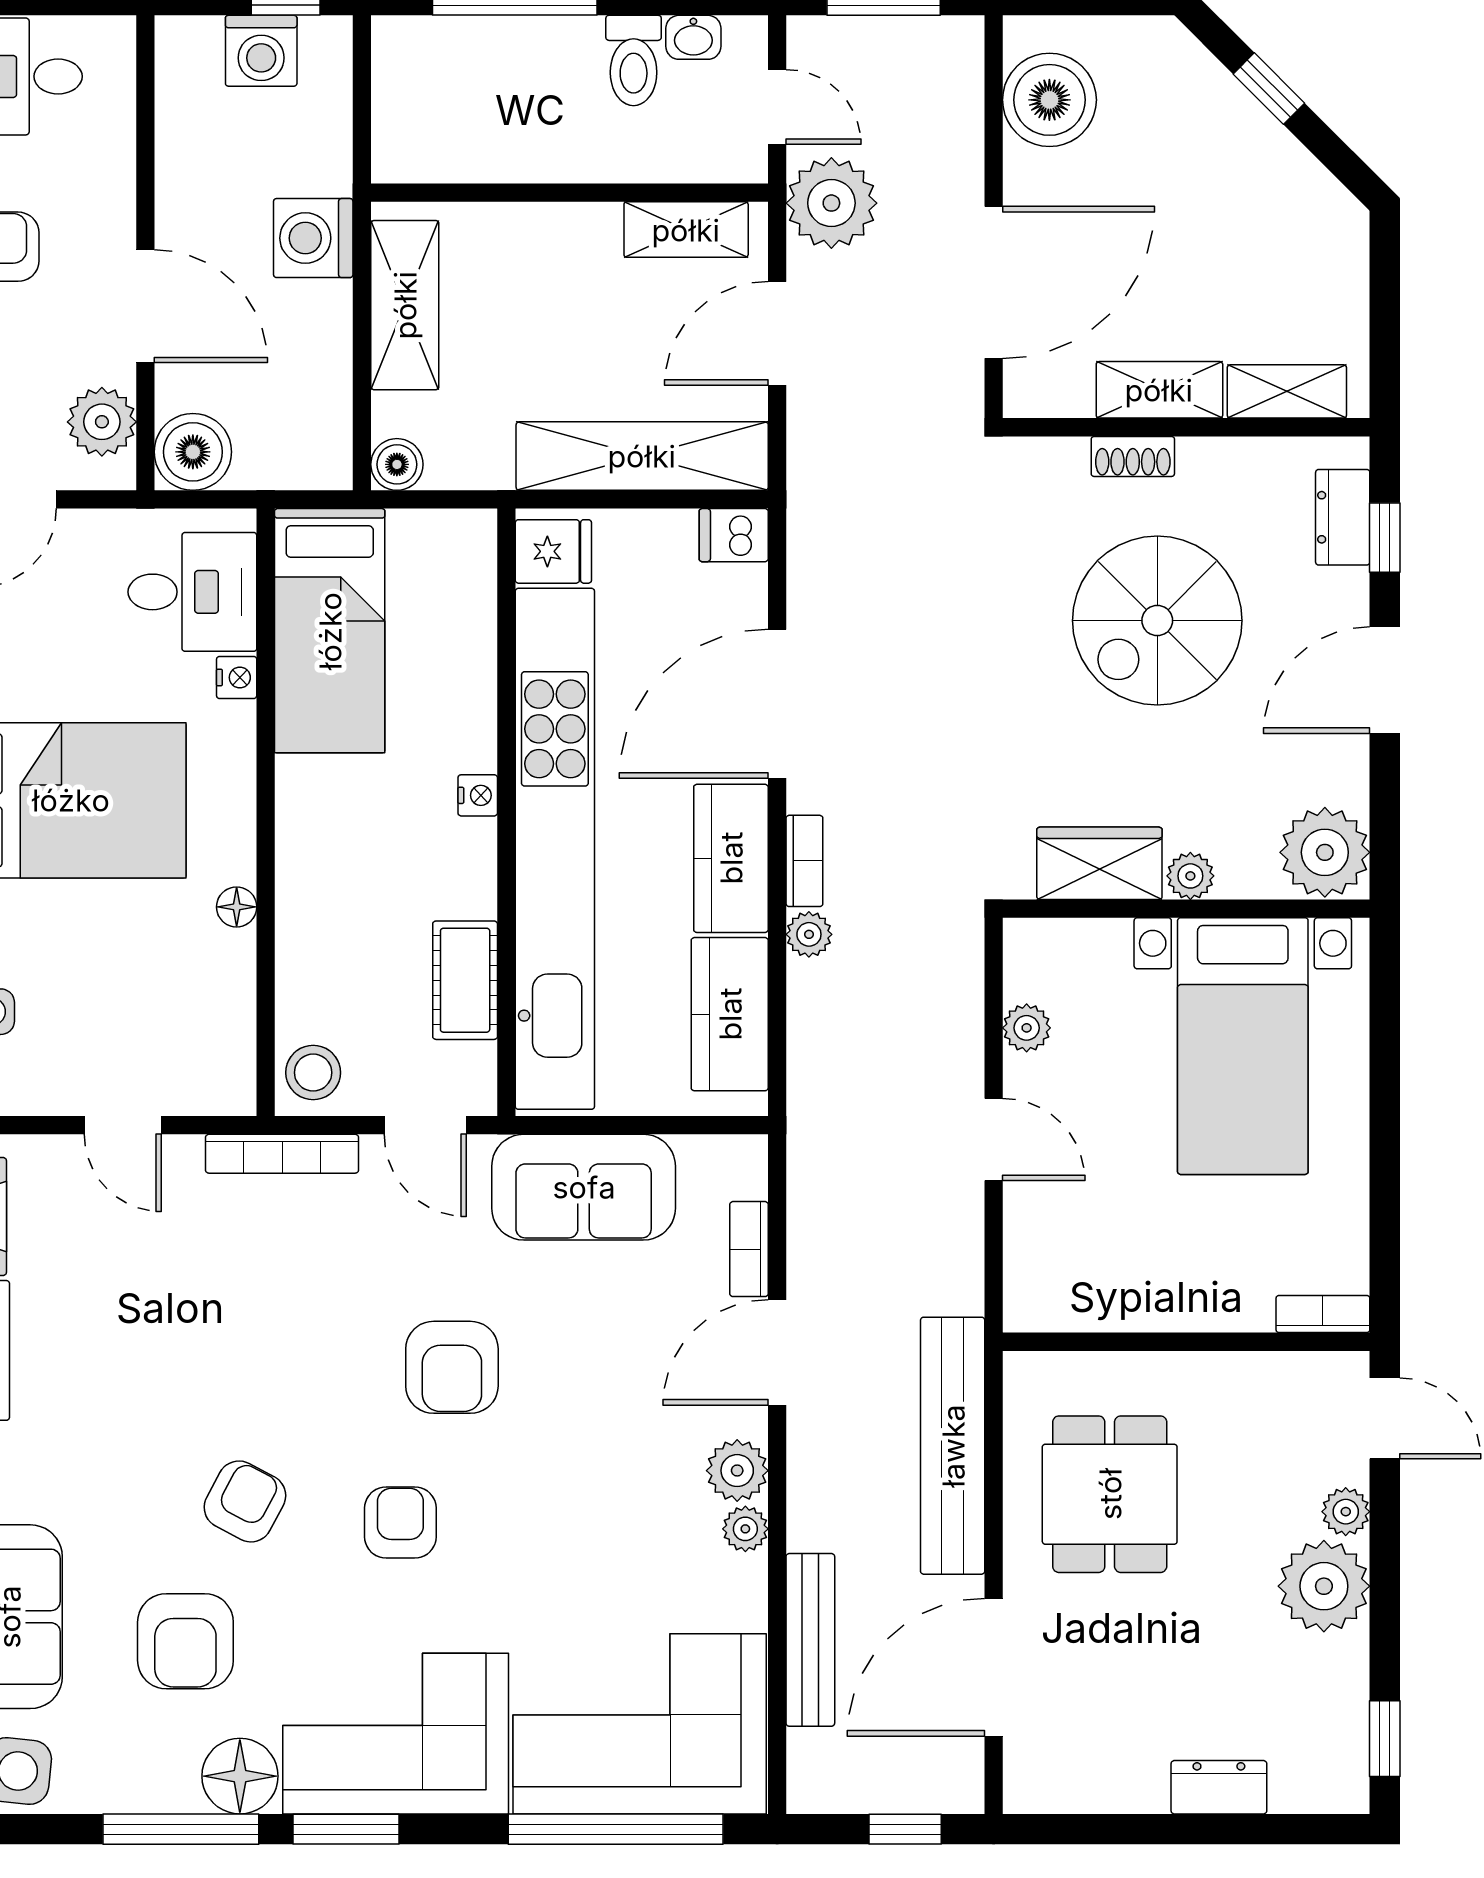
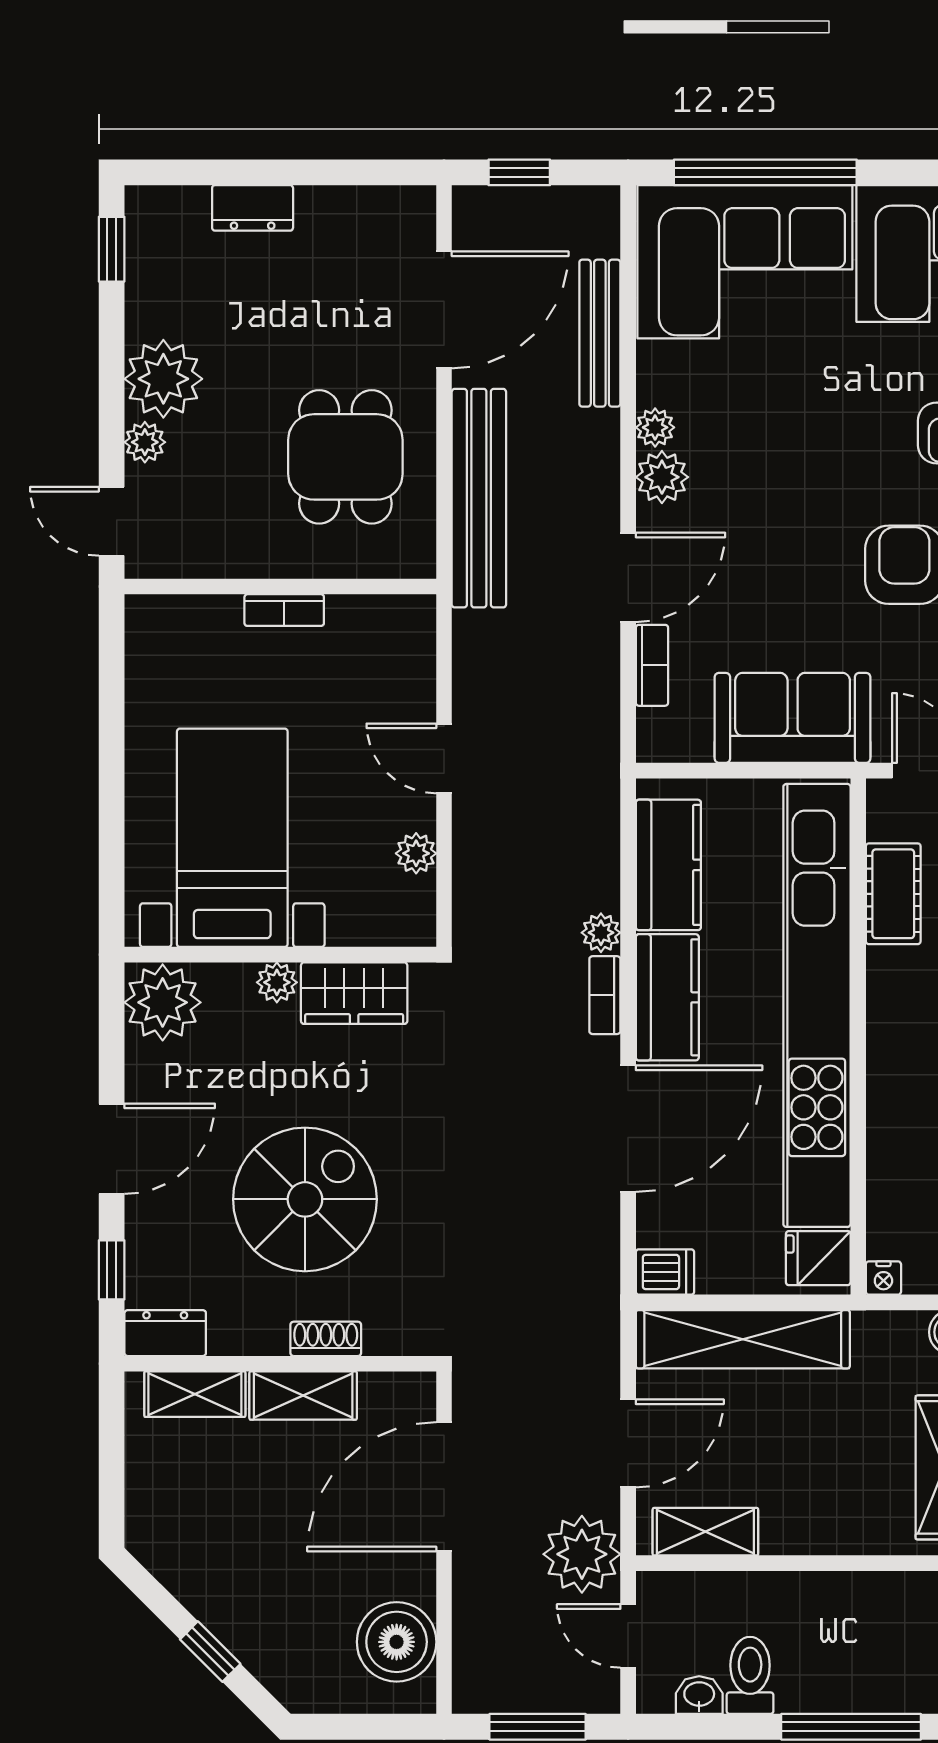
dresser: (1343, 517) -> (165, 1333), moved, turned -90
nightstand: (478, 795) -> (883, 1278), moved, turned -90
bookcase: (1323, 1314) -> (284, 610), moved

